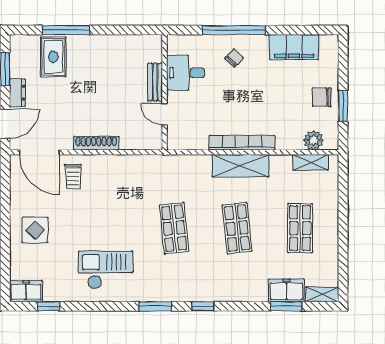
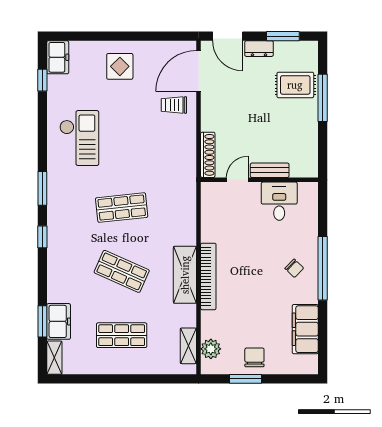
desk: (185, 73) -> (279, 201), moved
bench: (155, 82) -> (270, 170), moved
wall: (164, 92) -> (259, 180), moved
door: (164, 114) -> (237, 180), moved
shoe rack: (96, 143) -> (208, 155), moved
shop shelf: (237, 228) -> (122, 271), turned 30

